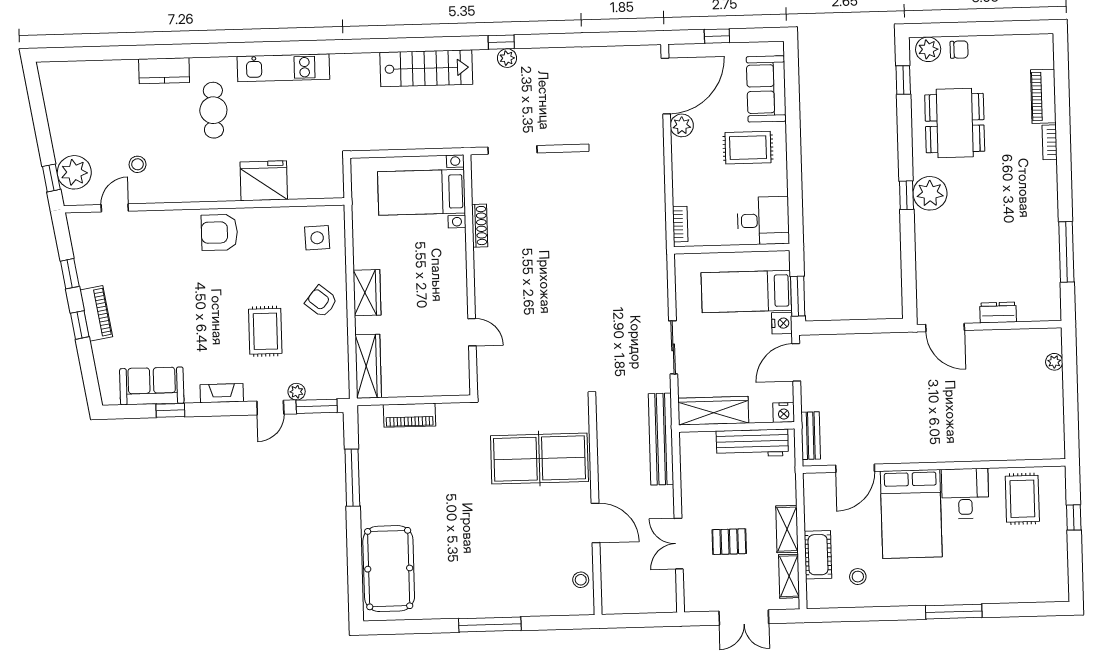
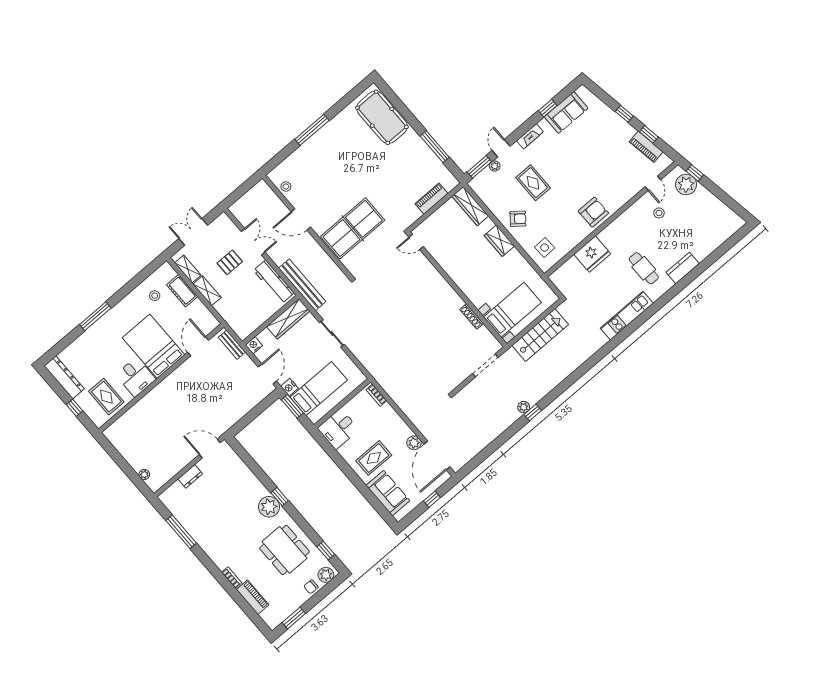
window: (1013, 28) -> (294, 618), added
stairs: (426, 68) -> (540, 335), moved, turned 180
piano: (96, 313) -> (646, 147), moved
door: (472, 332) -> (416, 242), moved
workbench: (752, 443) -> (274, 282), moved, turned -90
dresser: (1056, 566) -> (64, 377), added

